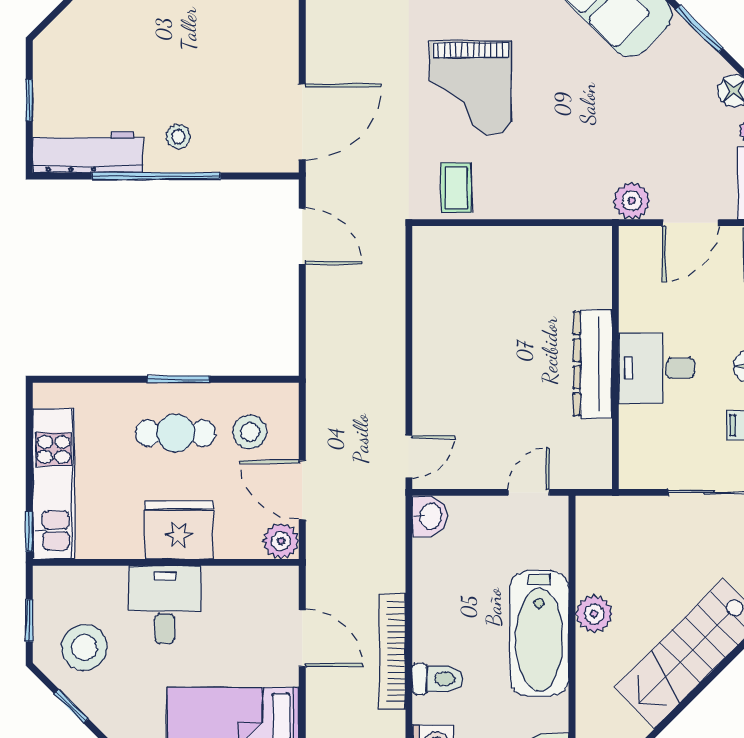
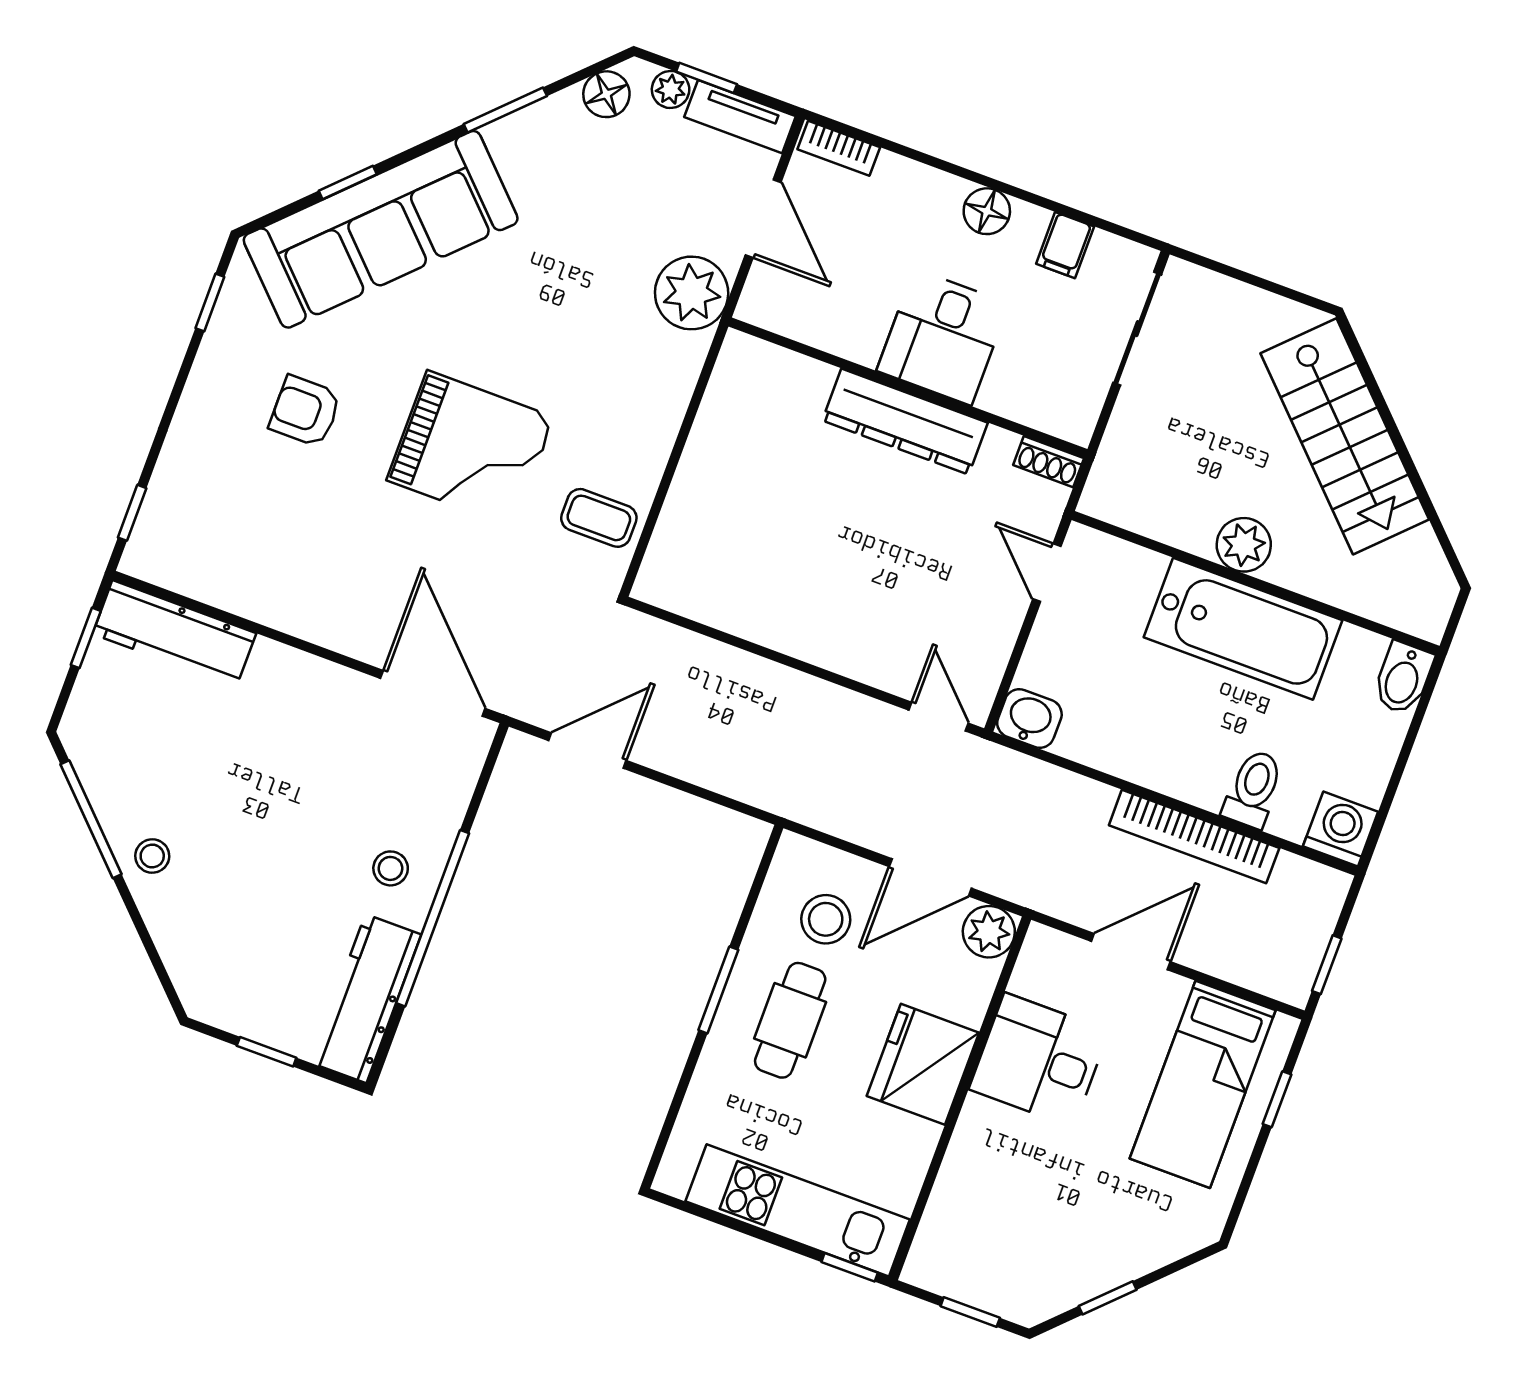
plant: (632, 201) -> (692, 293), width x1.36, depth x1.36
shoe rack: (601, 467) -> (1049, 462), added
desk: (165, 605) -> (1039, 1060), moved
stool: (84, 648) -> (1034, 1251), removed

